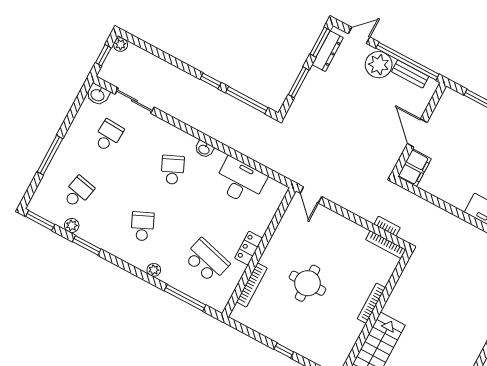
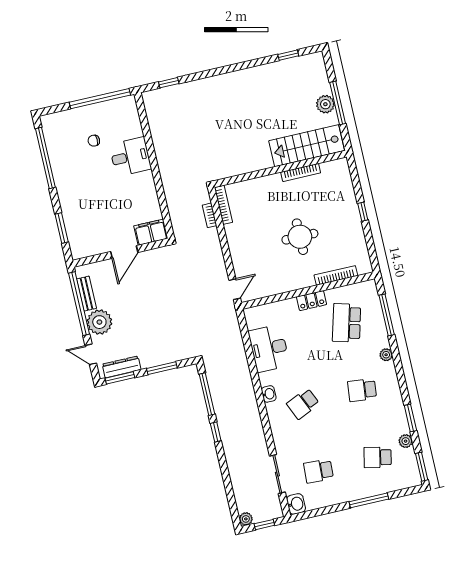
school desk: (142, 226) -> (362, 390), turned 30
bookcase: (371, 303) -> (301, 173), moved

